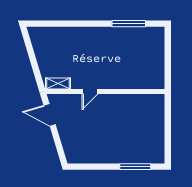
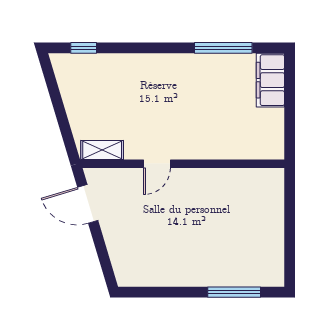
window: (47, 24) -> (84, 48), added
filing cabinet: (156, 43) -> (270, 80), added

